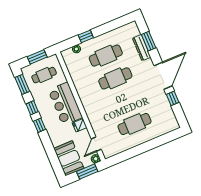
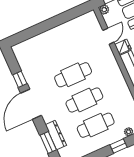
cafe table: (135, 124) -> (73, 75), moved
door: (96, 144) -> (108, 36), moved

